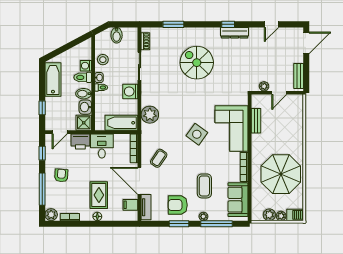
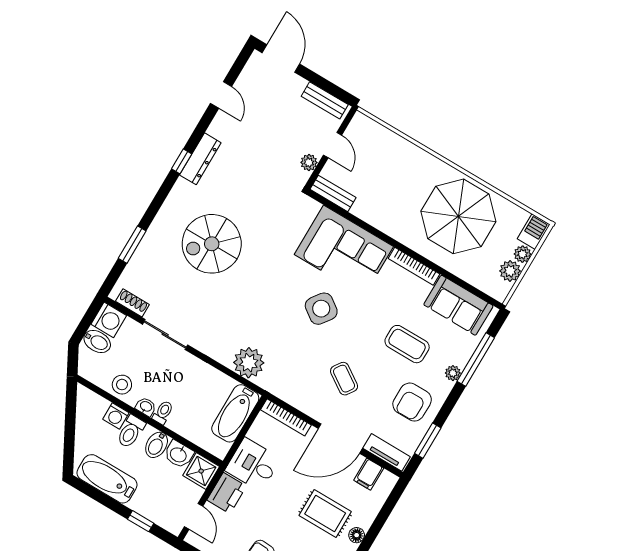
washing machine: (130, 92) -> (109, 320), moved, turned -90
bench: (256, 121) -> (333, 193), moved
coffee table: (159, 158) -> (344, 379), moved
window: (179, 224) -> (428, 441), moved

